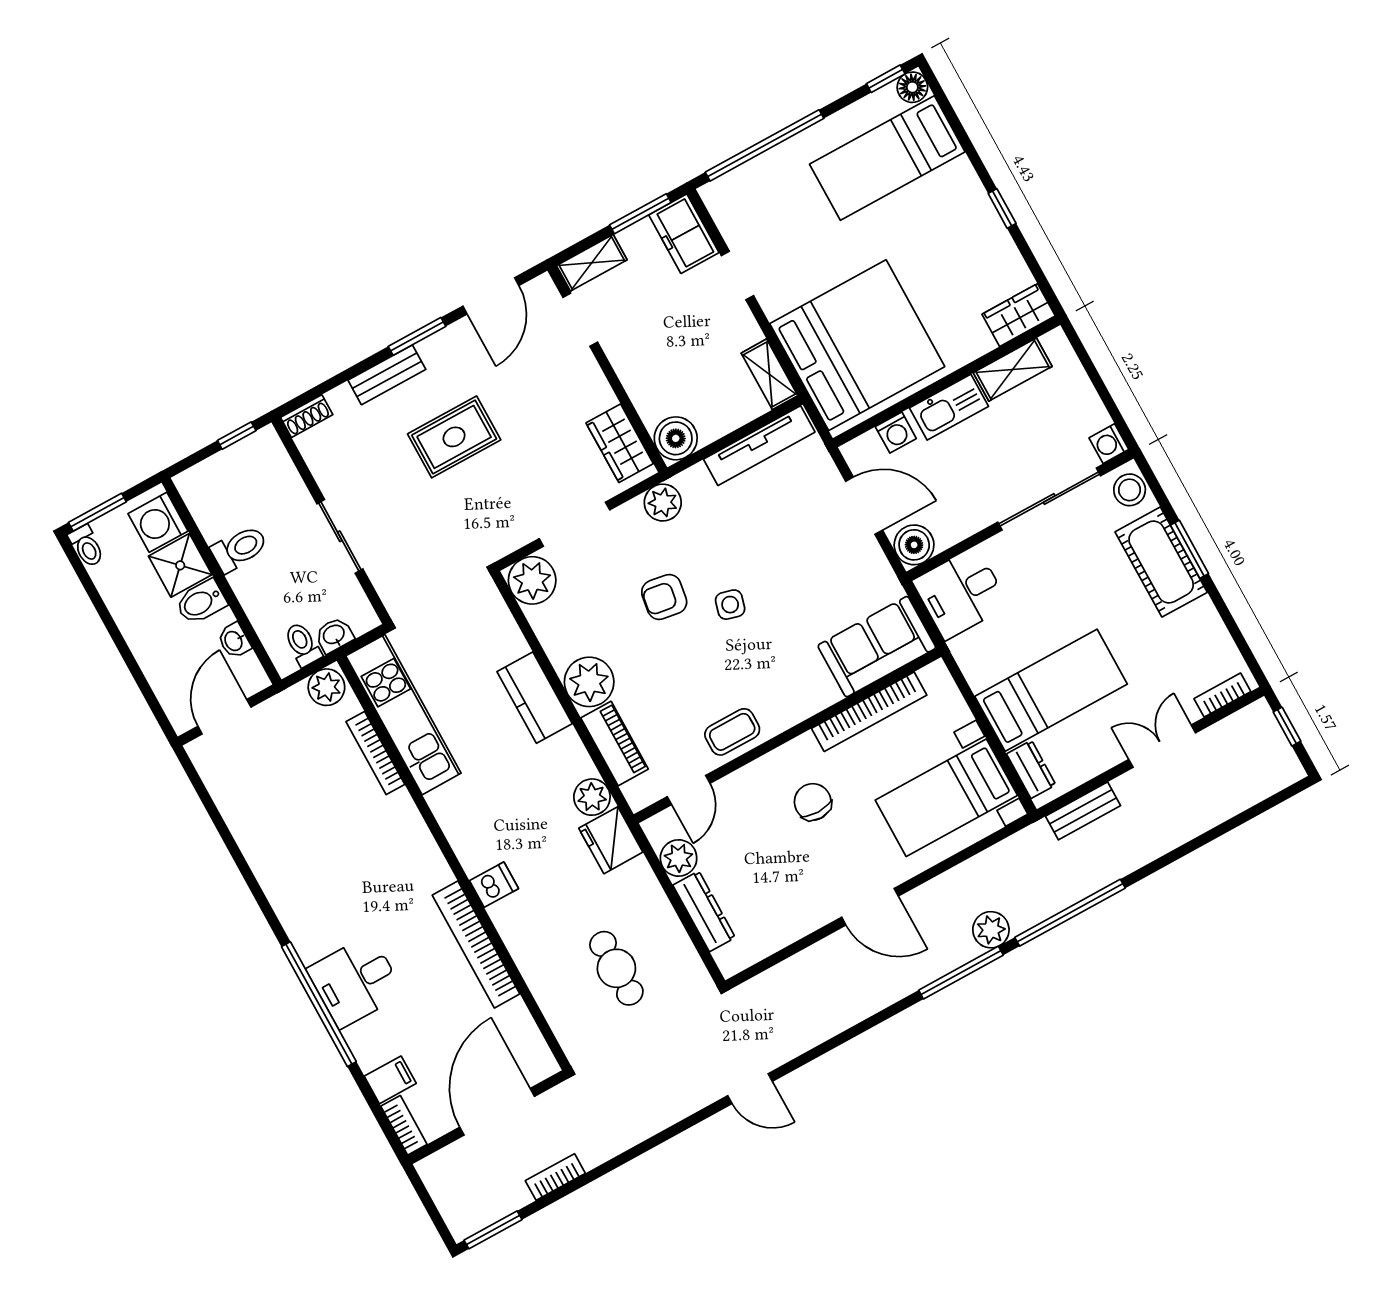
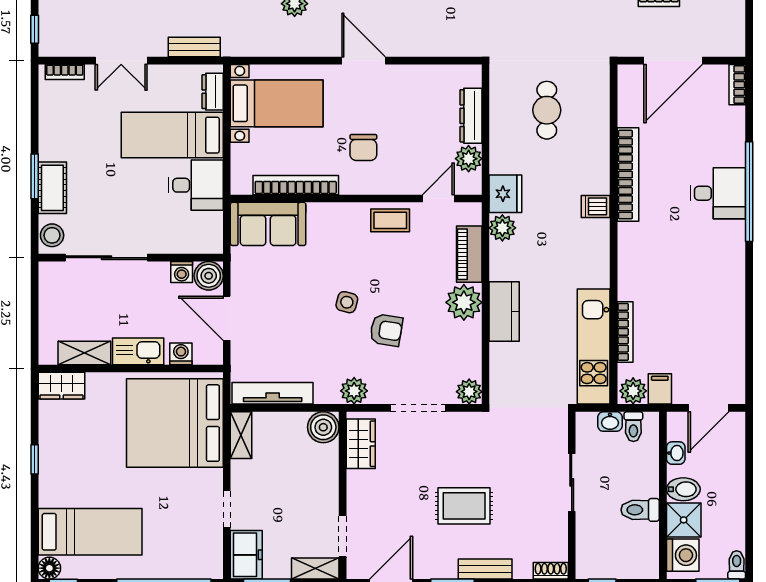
washing machine: (1109, 444) -> (182, 272), moved, turned 90
cot: (1161, 562) -> (52, 188), width x0.73, depth x0.75
plant: (532, 580) -> (469, 392), width x0.73, depth x0.73
desk: (961, 593) -> (196, 185), moved
filing cabinet: (390, 1080) -> (660, 389), moved, turned 90

